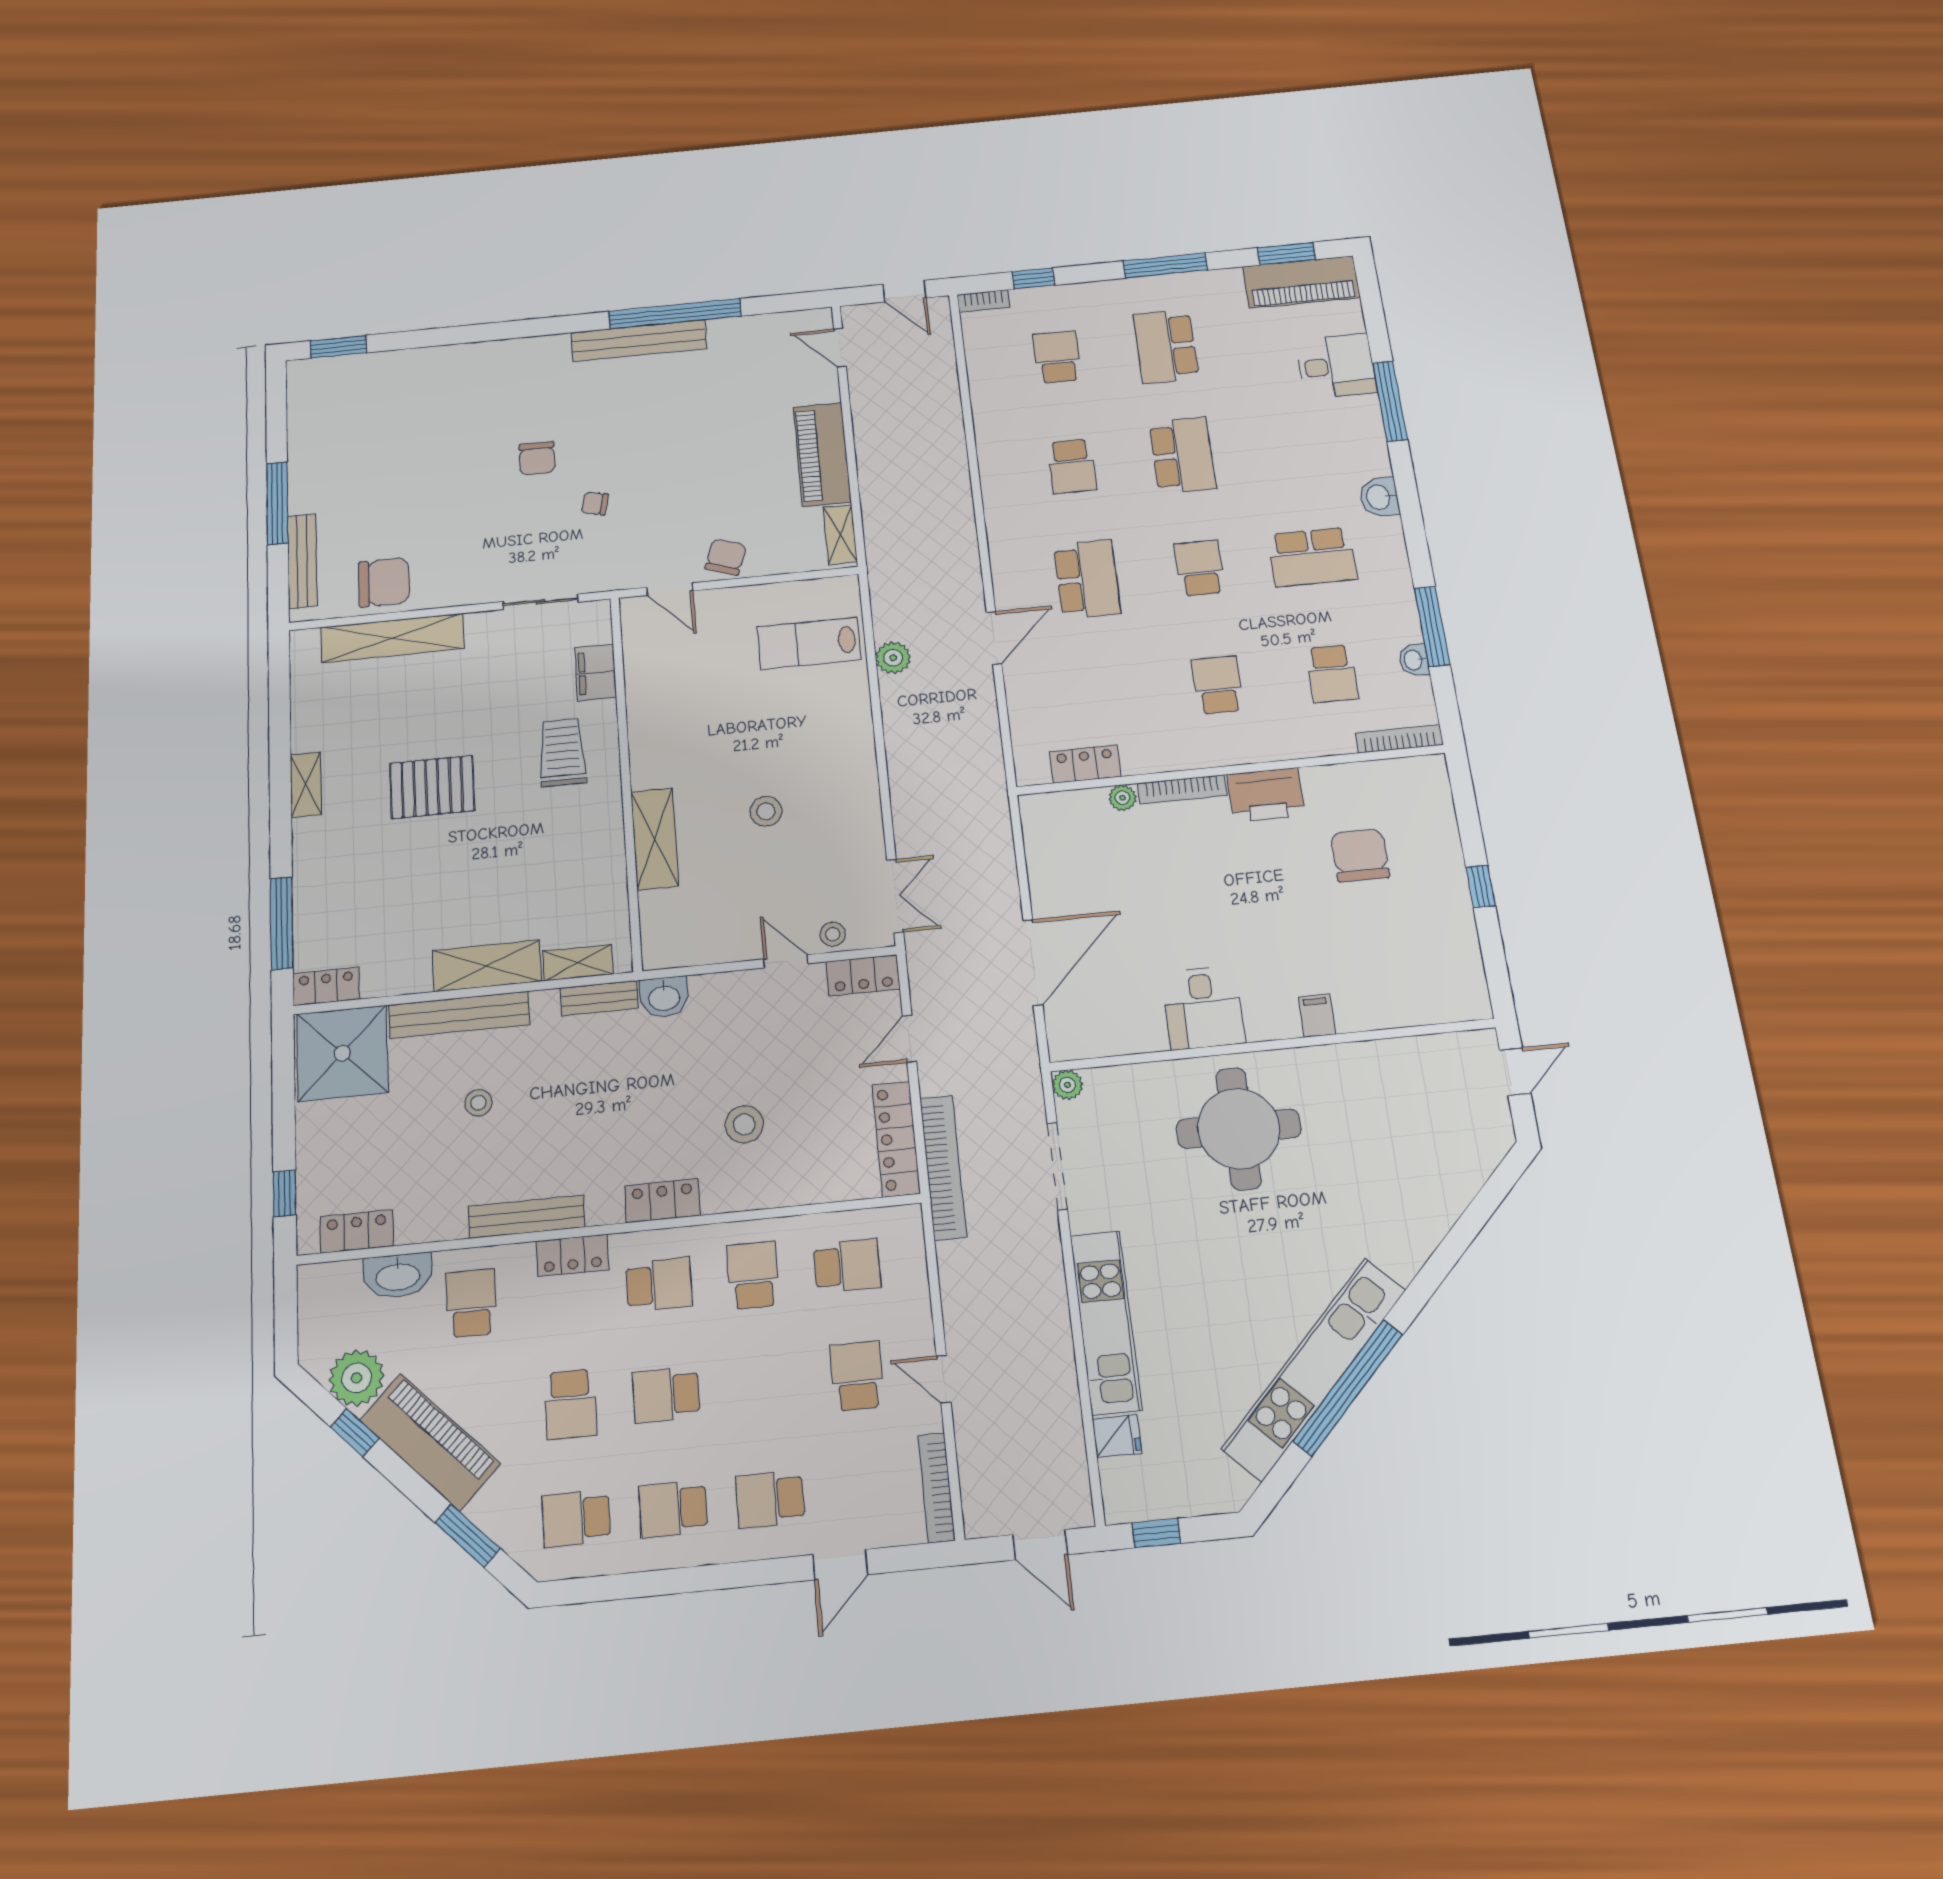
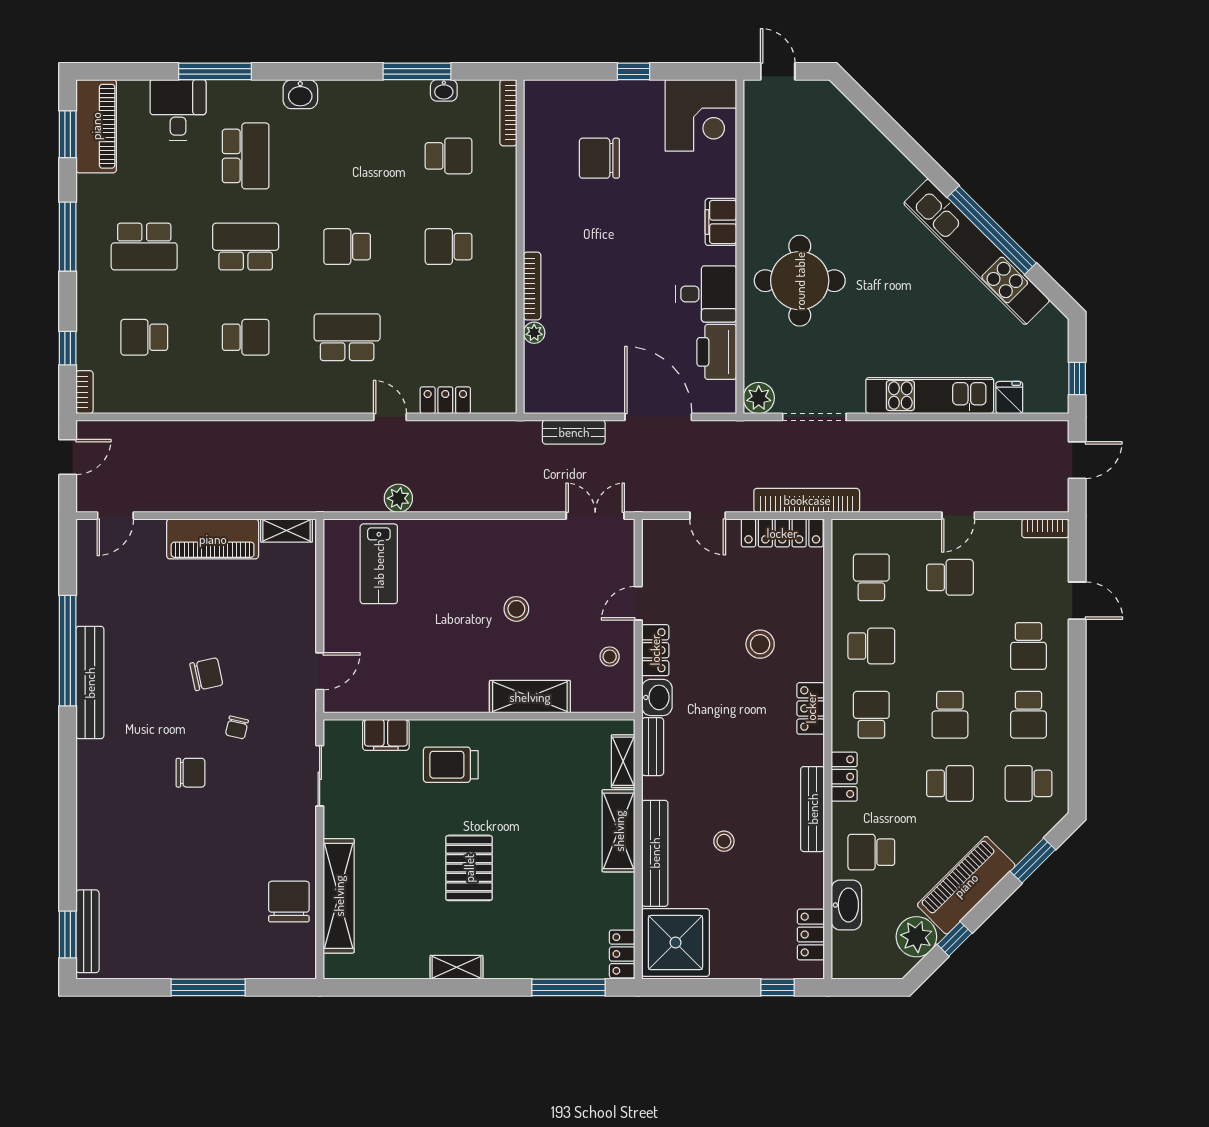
chair: (726, 557) -> (206, 674), moved, turned 149
school desk: (1312, 557) -> (246, 156), moved
bench: (302, 561) -> (87, 931), moved, turned 90
door: (994, 638) -> (390, 417), width x0.73
locker: (1085, 764) -> (445, 400), moved, turned 90
printer: (1266, 795) -> (717, 352), moved, turned 180
bench: (1001, 859) -> (574, 432), added
stool: (833, 934) -> (610, 656), moved
locker: (863, 975) -> (655, 650), moved
corner desk: (1438, 977) -> (701, 115), added
filing cabinet: (1317, 1016) -> (721, 222), width x2.00
plant: (1067, 1085) -> (759, 398), width x1.38, depth x1.38
school desk: (753, 1275) -> (871, 646), turned 180
school desk: (857, 1376) -> (950, 577), turned 180
bookcase: (937, 1488) -> (1045, 528), width x0.64
school desk: (576, 1518) -> (1029, 783), turned 90

